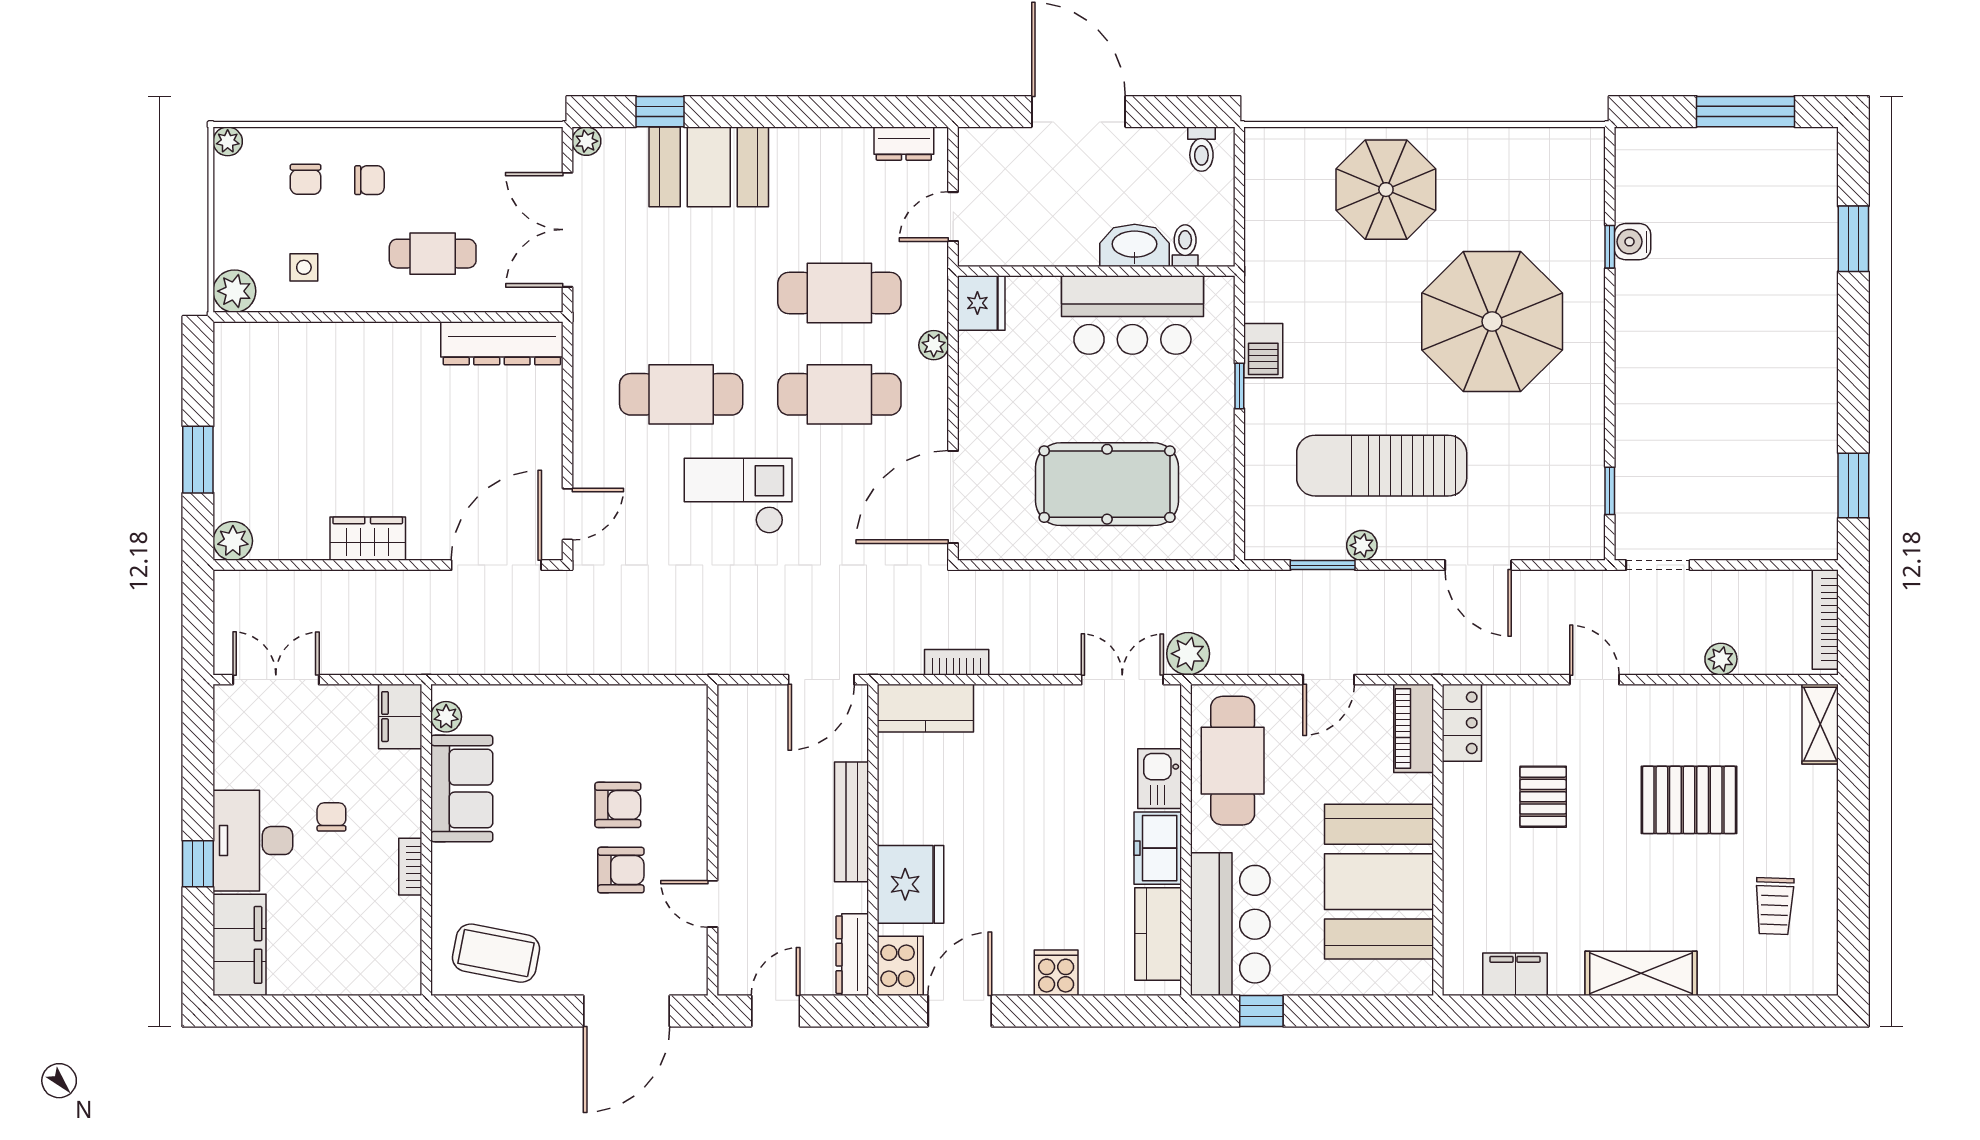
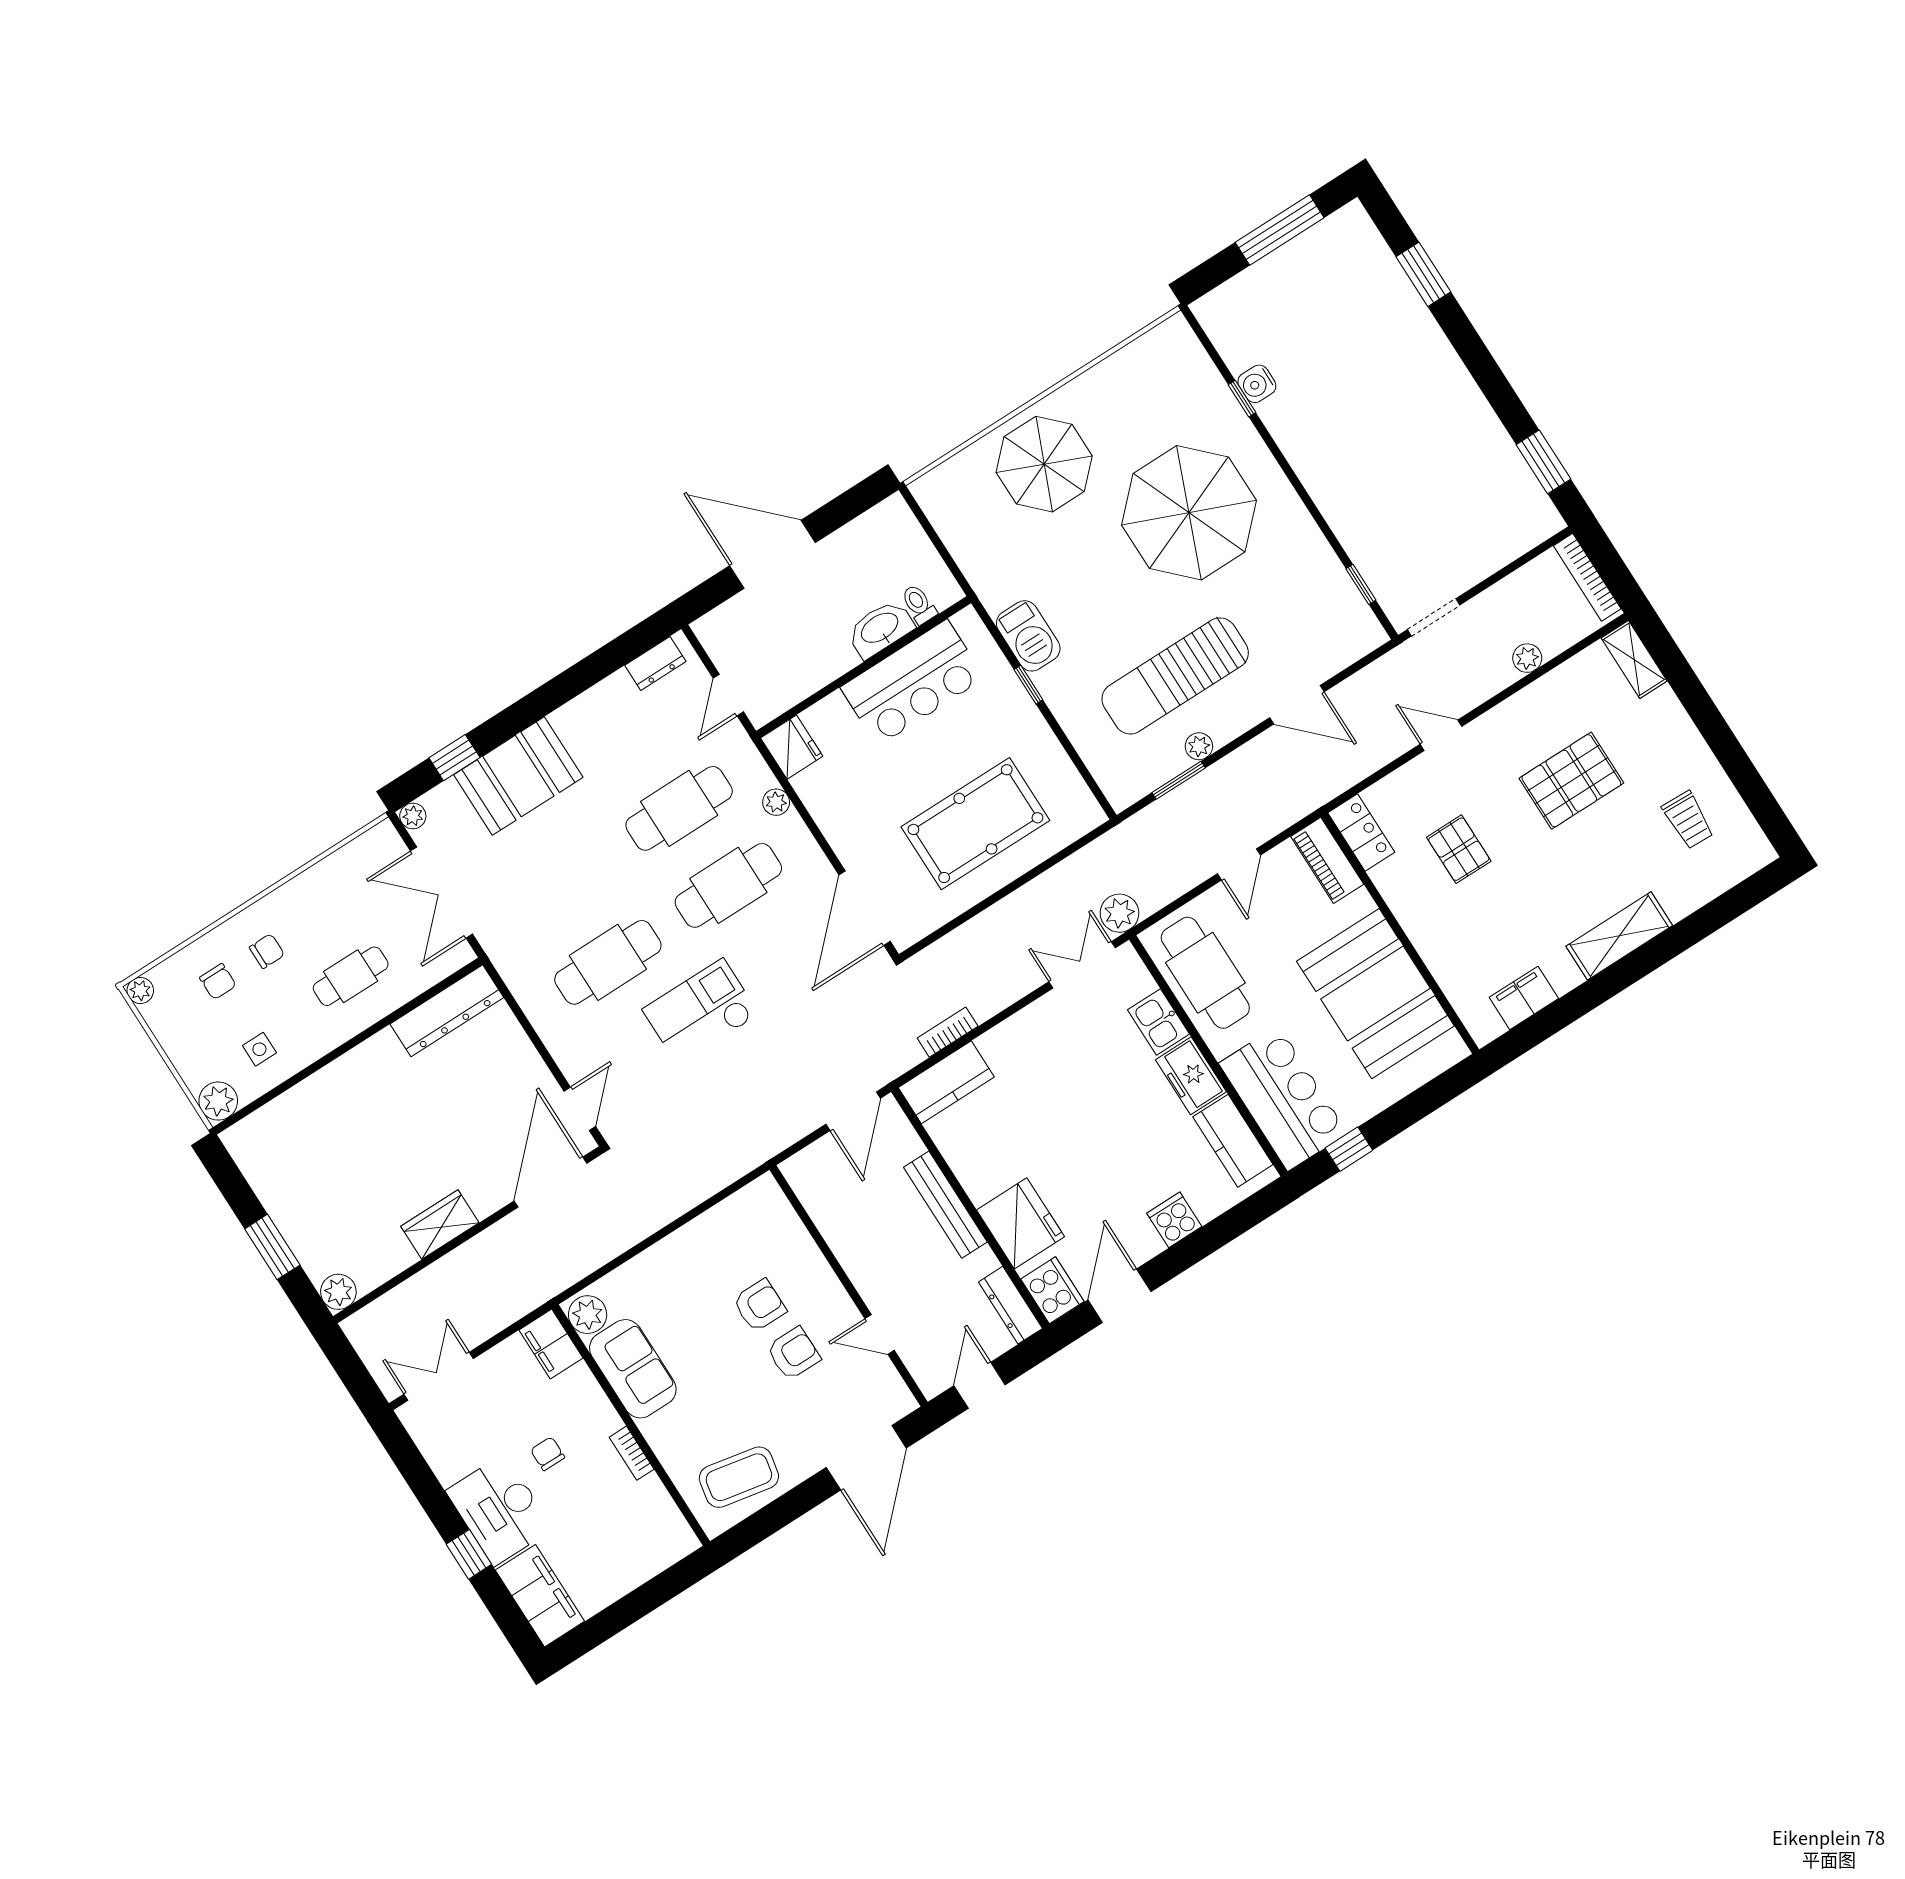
toilet: (1201, 149) -> (884, 523), removed
barbecue: (1263, 351) -> (1028, 636), width x1.38, depth x1.27
plant: (446, 717) -> (588, 1315), width x1.38, depth x1.38

